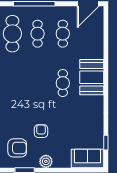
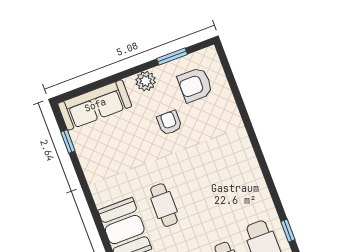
armchair: (41, 131) -> (169, 123), turned 180
sofa: (87, 158) -> (95, 105), width x1.36

